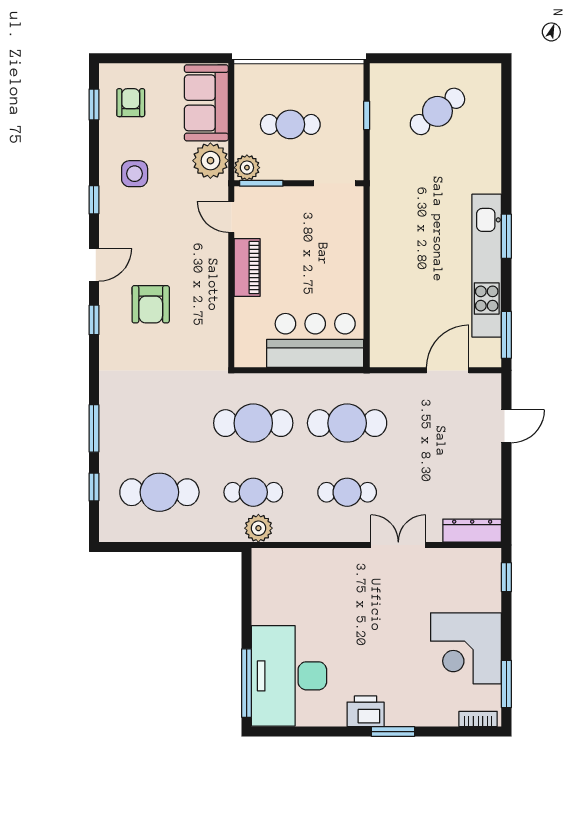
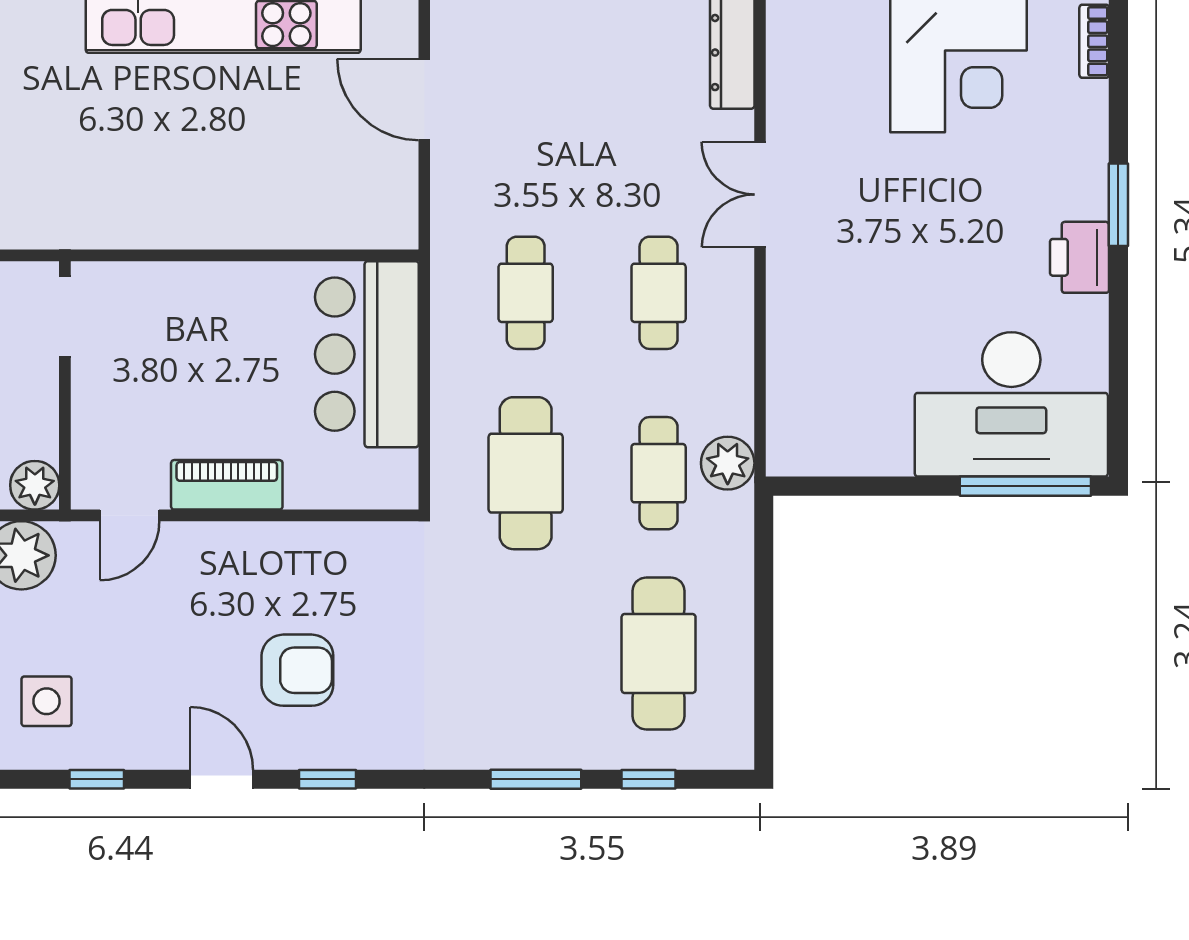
window: (261, 183) -> (65, 458), removed
cafe table: (347, 423) -> (526, 293), width x0.73, depth x0.74

